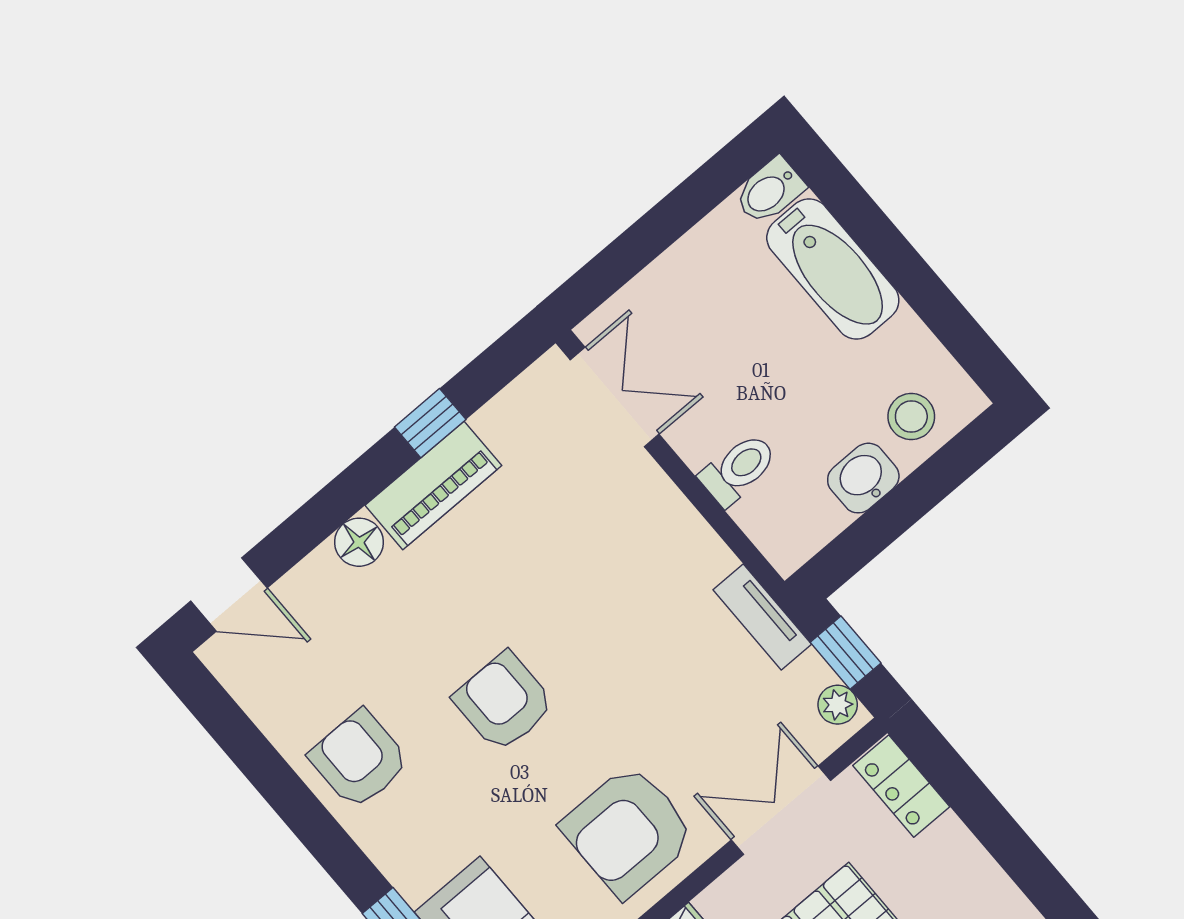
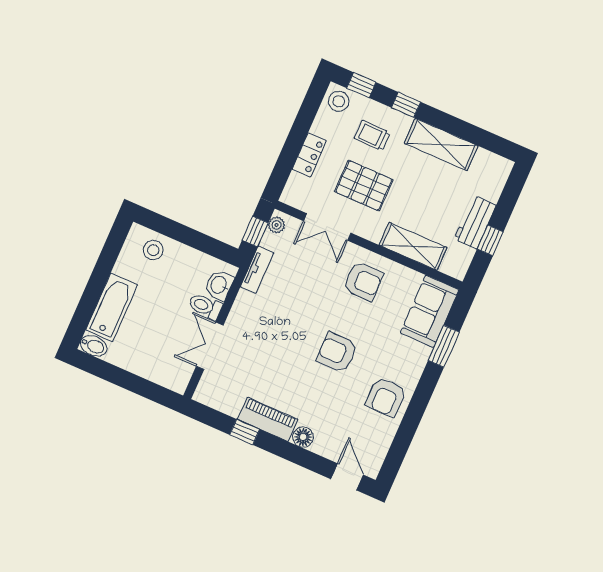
double door: (615, 397) -> (210, 346), moved
washbasin: (863, 478) -> (219, 285), moved, turned 90
armchair: (504, 702) -> (337, 352), turned 90
locker: (901, 786) -> (309, 155), moved
armchair: (628, 831) -> (363, 281), width x0.73, depth x0.73

